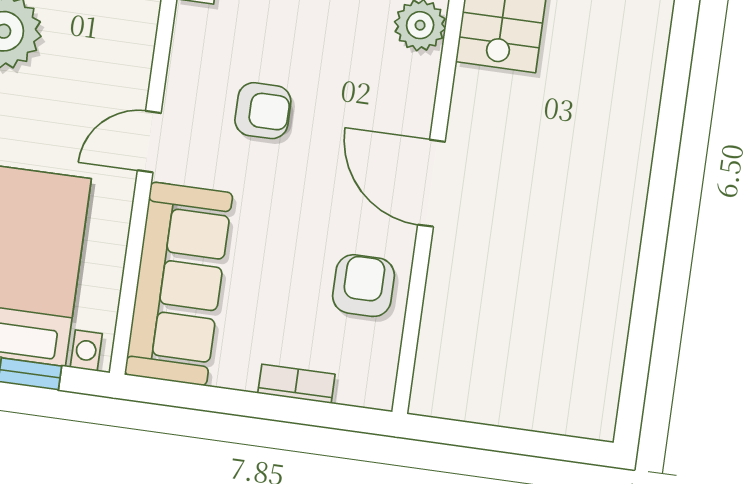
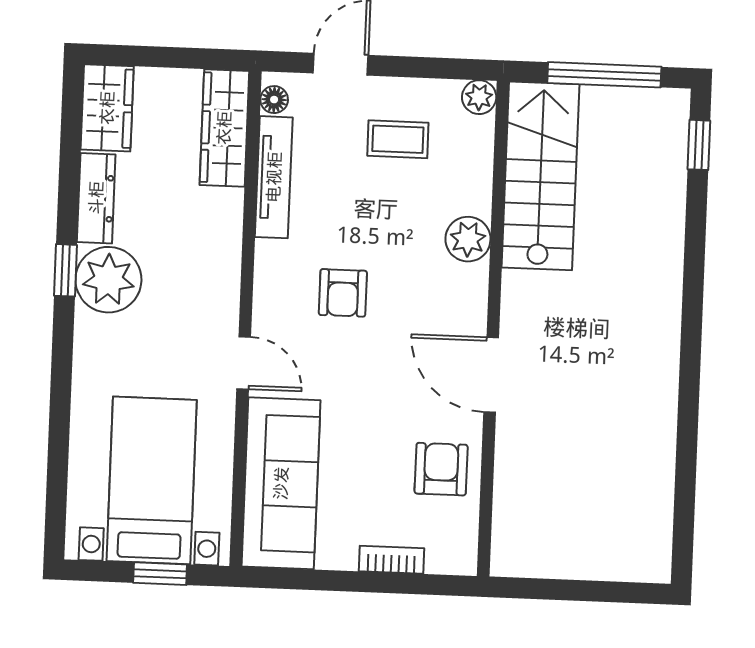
armchair: (263, 111) -> (343, 293), moved, turned 90
door: (149, 142) -> (244, 363), swing flipped

